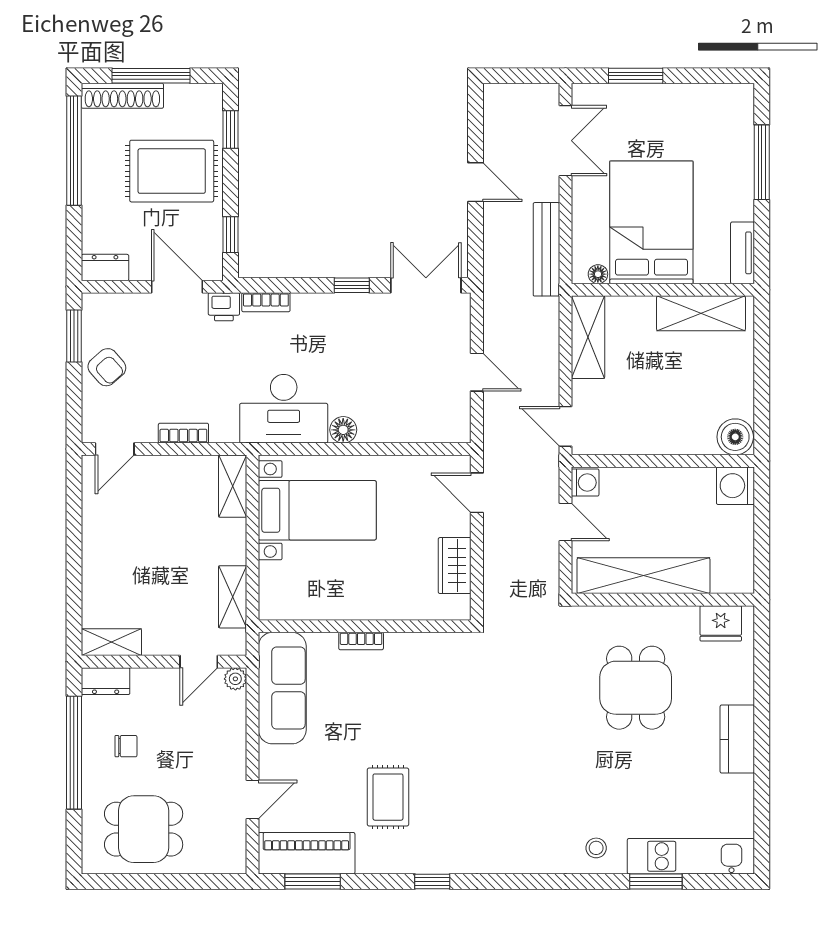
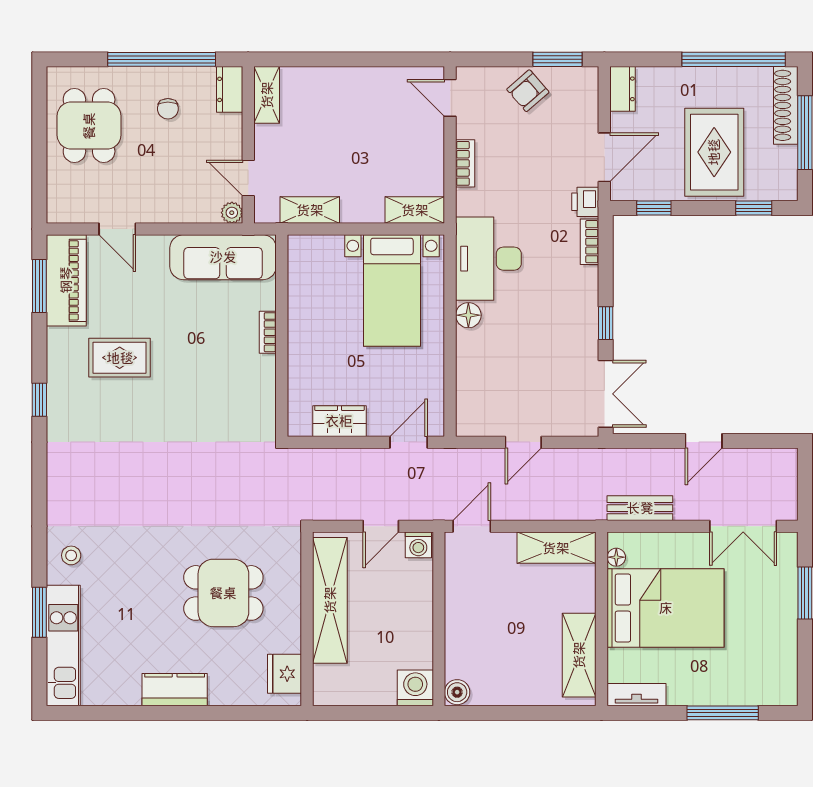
bench: (546, 249) -> (640, 508), width x0.73
boiler: (735, 437) -> (457, 692), width x0.73, depth x0.73

